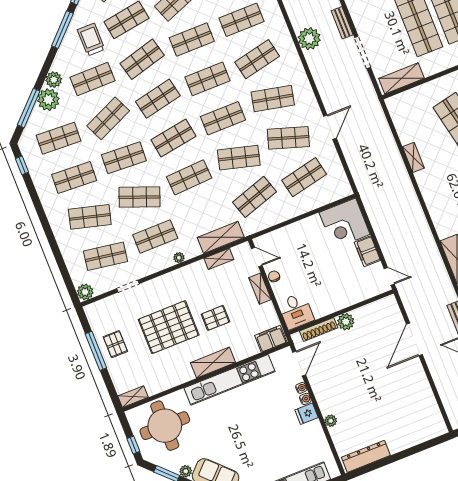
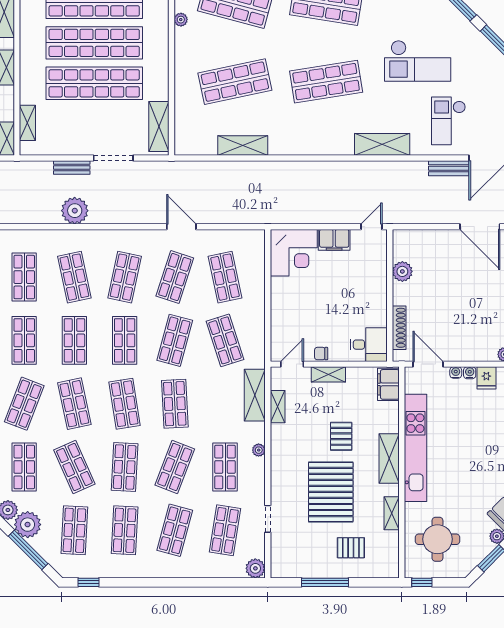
shop shelf: (142, 59) -> (24, 404), turned 36
shelving: (413, 157) -> (243, 145), width x1.50, depth x1.33
plant: (346, 322) -> (402, 271), moved
door: (414, 339) -> (480, 227), moved
pallet: (115, 344) -> (351, 548), moved
shelving: (133, 397) -> (392, 513), moved
round table: (165, 426) -> (437, 539), width x0.73, depth x0.73
window: (133, 445) -> (422, 582), moved

